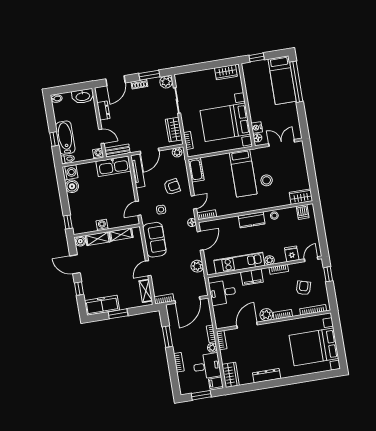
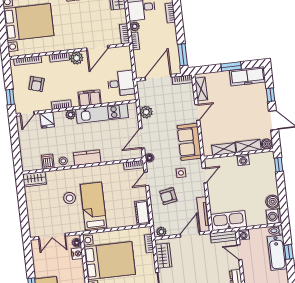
dishwasher: (303, 212) -> (48, 162), moved
window: (167, 337) -> (183, 55), moved

